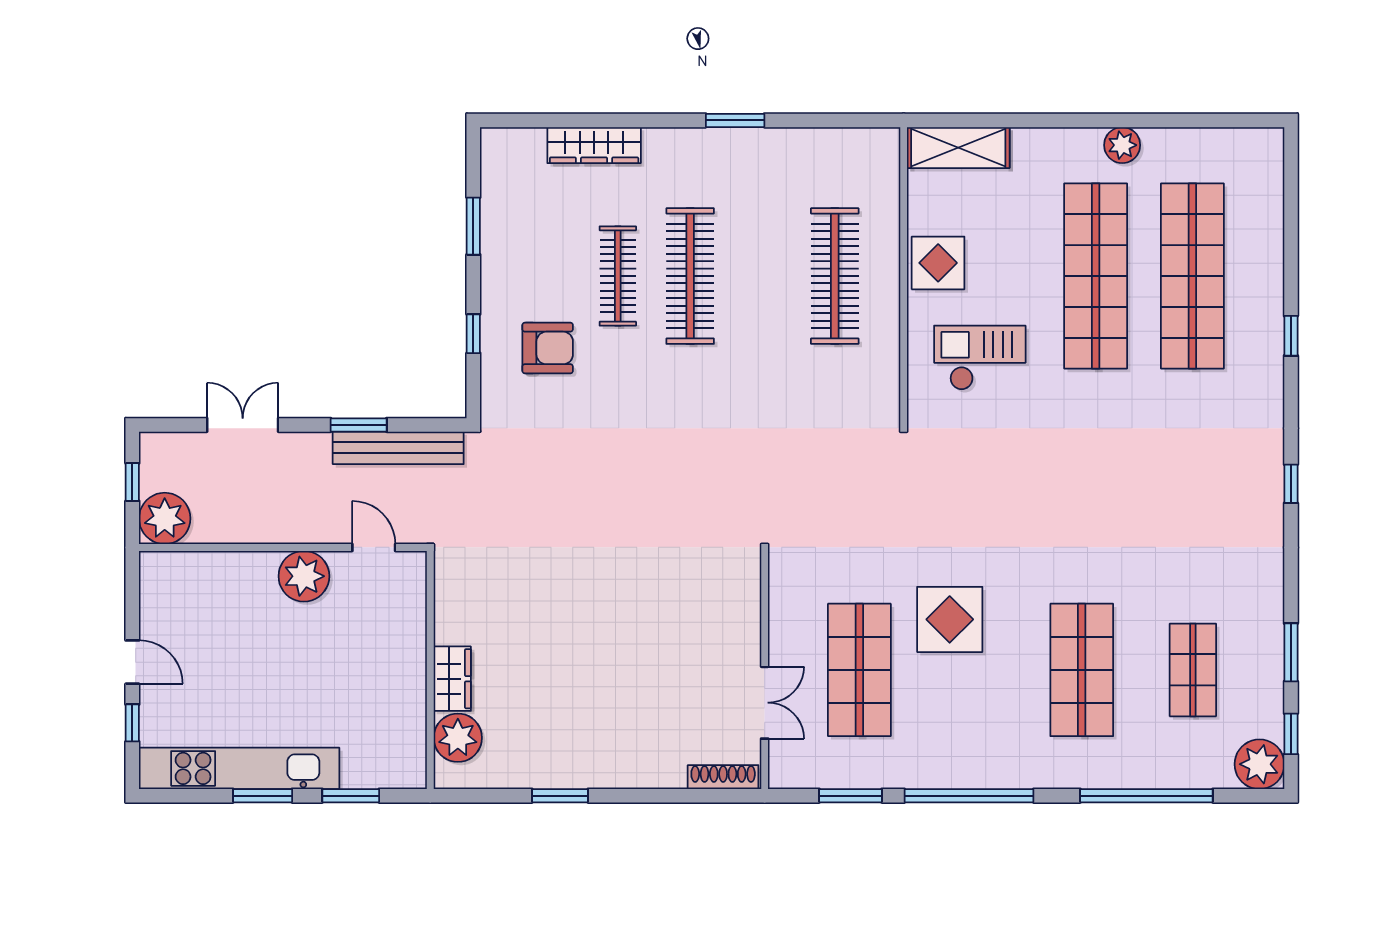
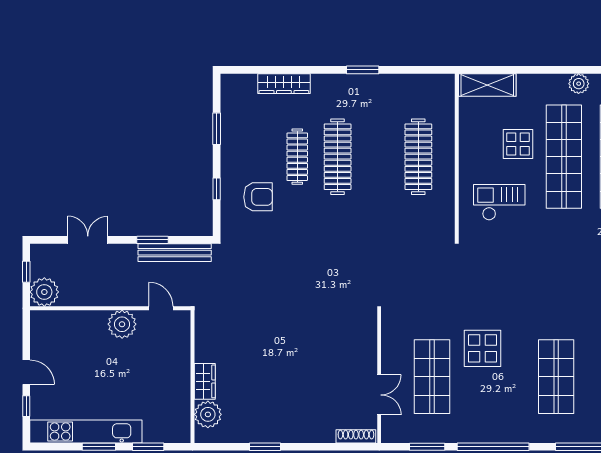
display table: (938, 263) -> (518, 144), moved

